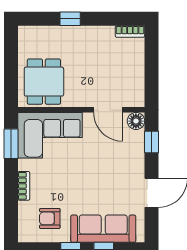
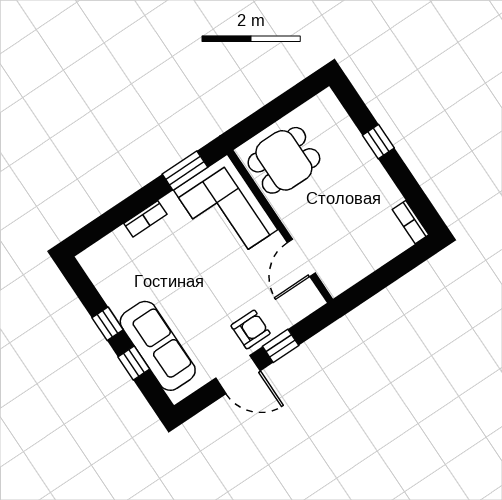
floor lamp: (136, 121) -> (310, 300), removed
window: (152, 142) -> (281, 346), moved
armchair: (50, 218) -> (251, 330), moved, turned 90

